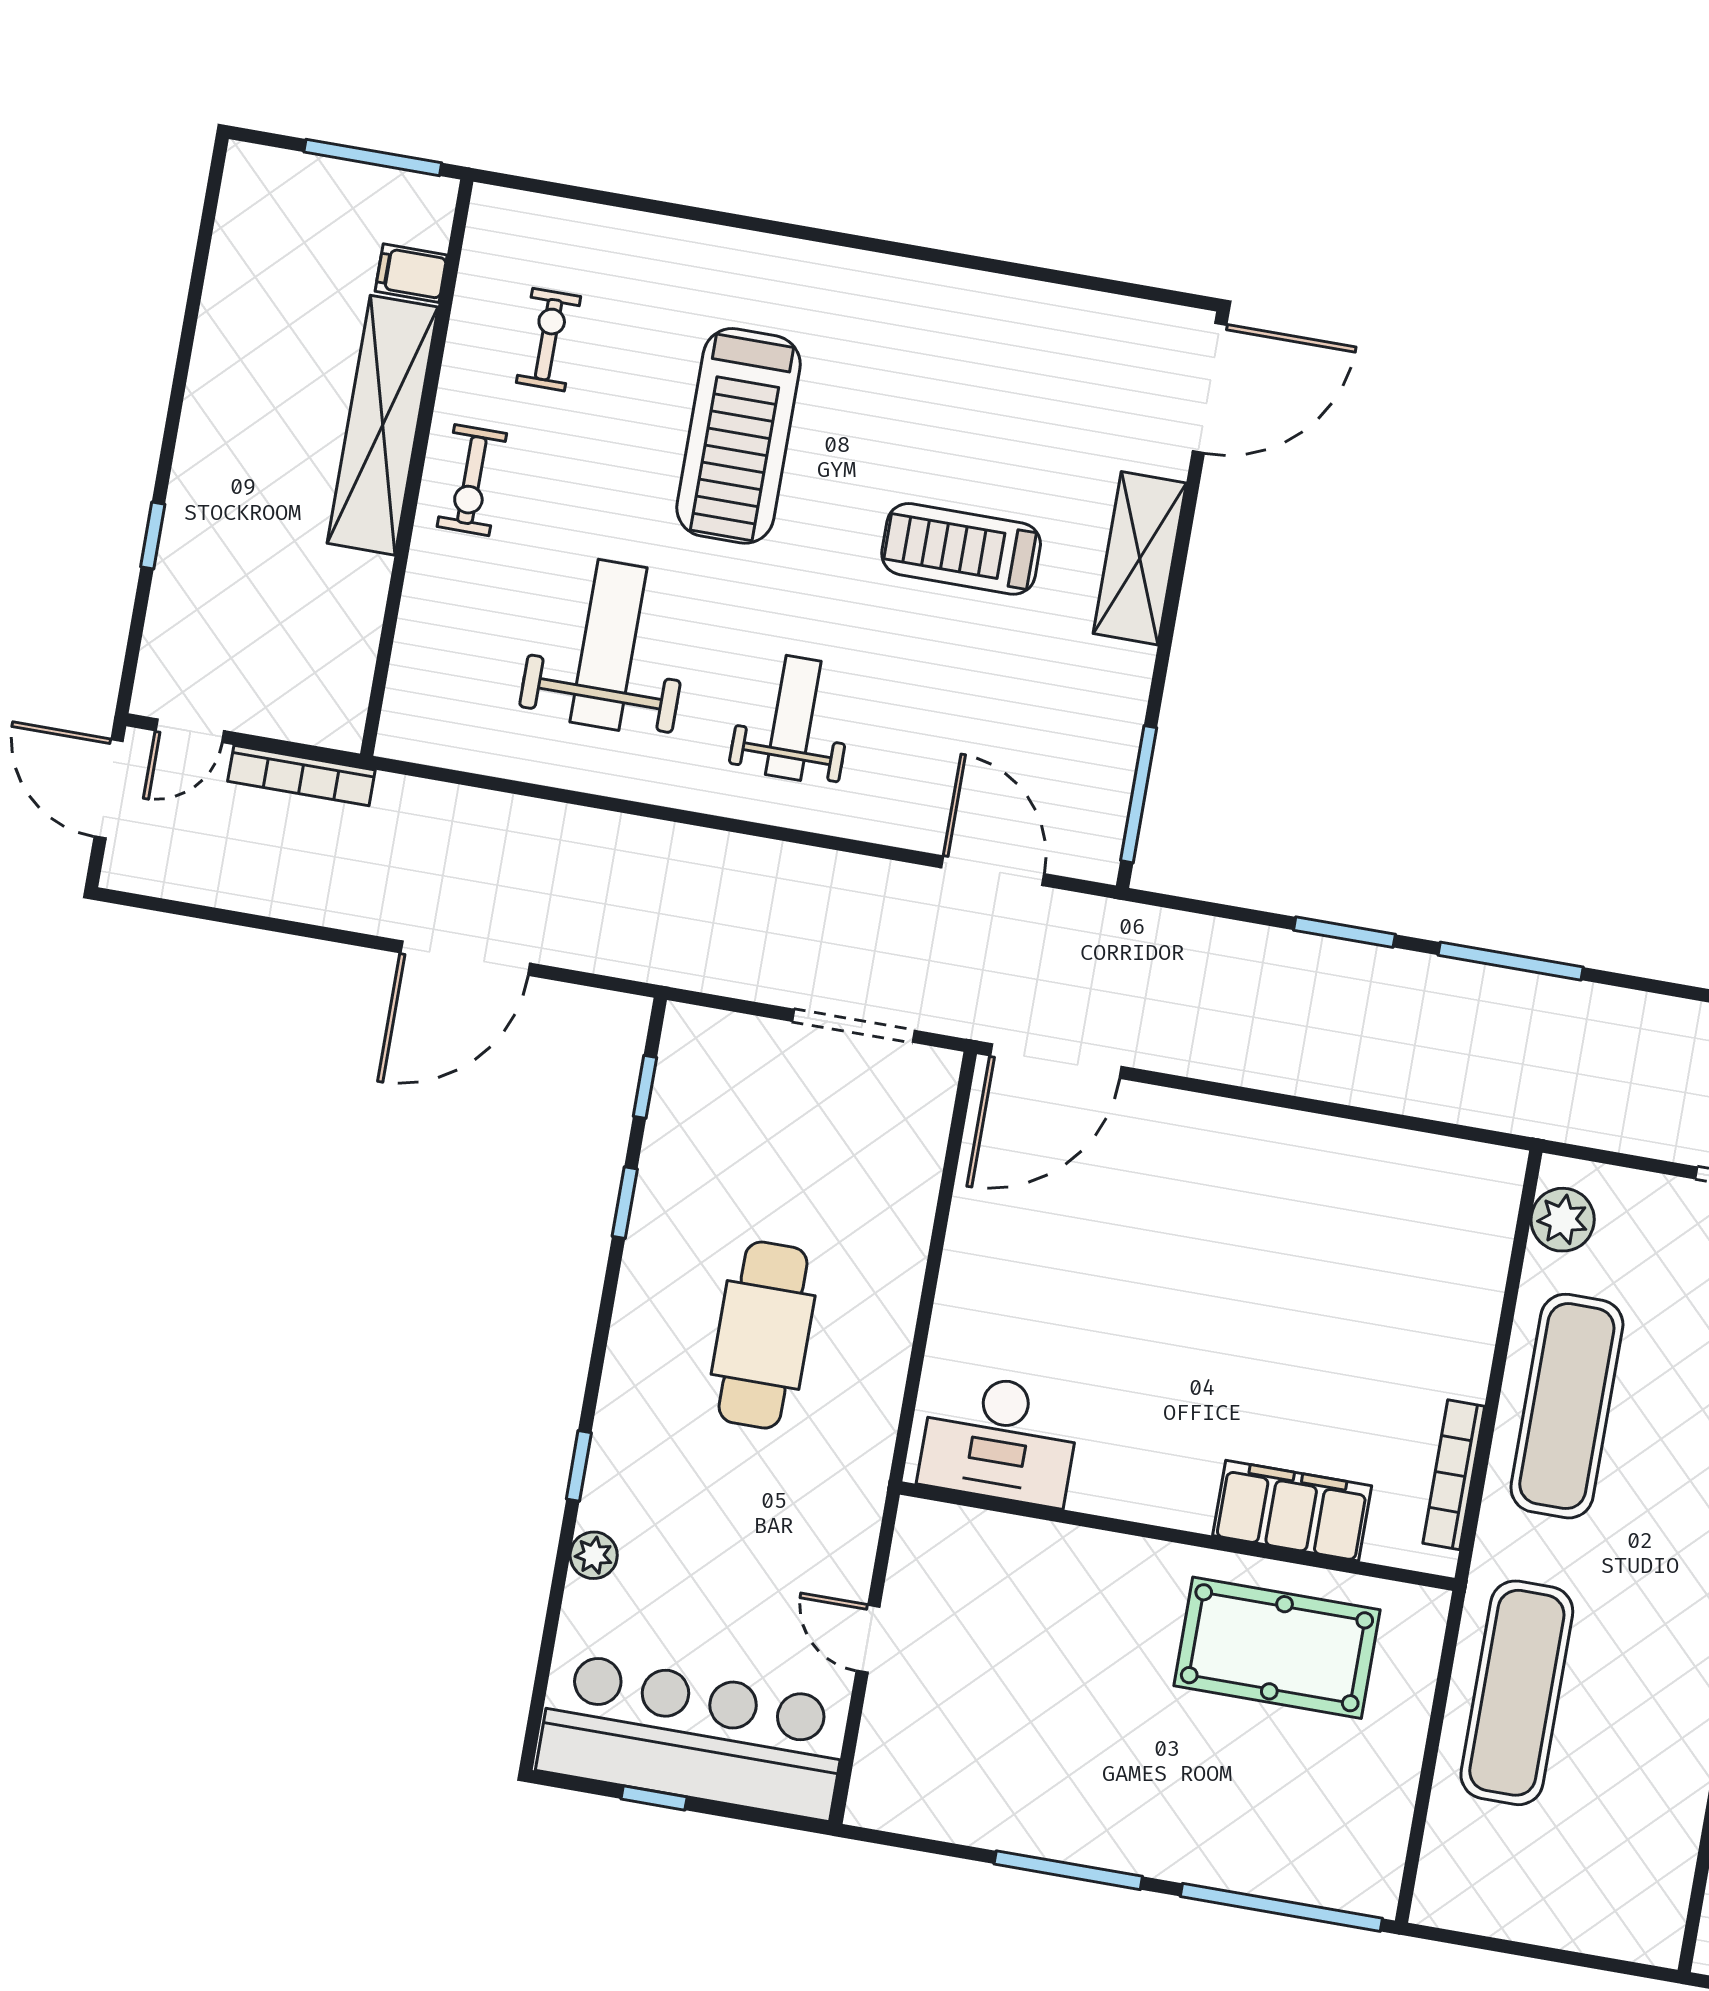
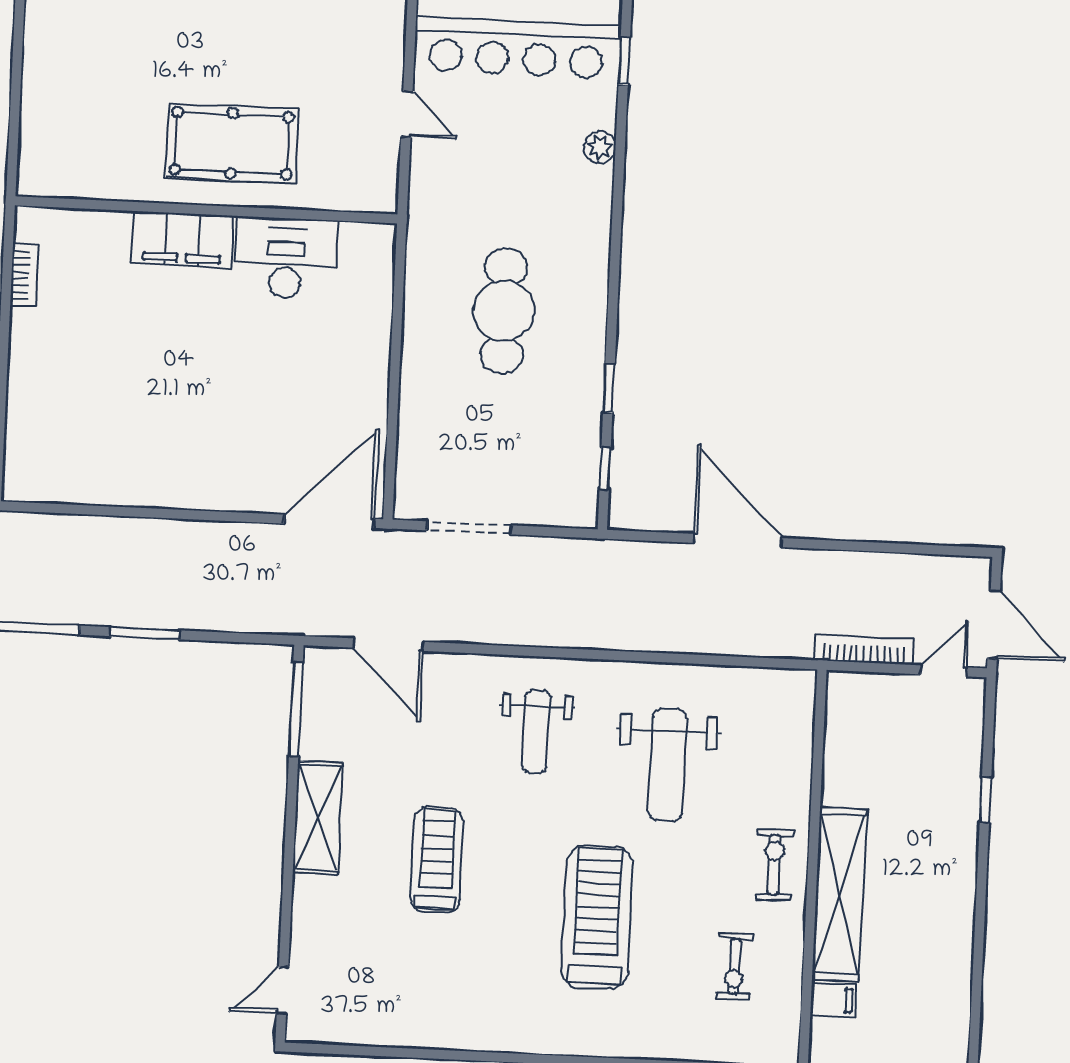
door: (1210, 388) -> (283, 990), width x0.53
treadmill: (961, 549) -> (437, 860), turned -90
shelving: (1140, 558) -> (318, 818), moved
door: (465, 958) -> (738, 540), hinge flipped
desk: (1000, 1439) -> (286, 258), moved
window: (579, 1466) -> (624, 61), moved
bookcase: (1454, 1475) -> (24, 275), width x0.64
filing cabinet: (1292, 1511) -> (182, 239), moved
pool table: (1277, 1648) -> (232, 143), moved

